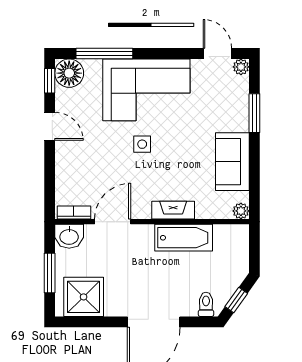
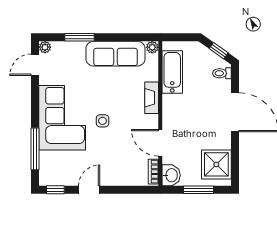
floor lamp: (69, 73) -> (50, 175), removed
sofa: (232, 162) -> (116, 54), width x1.36
bathtub: (184, 238) -> (172, 72), moved

